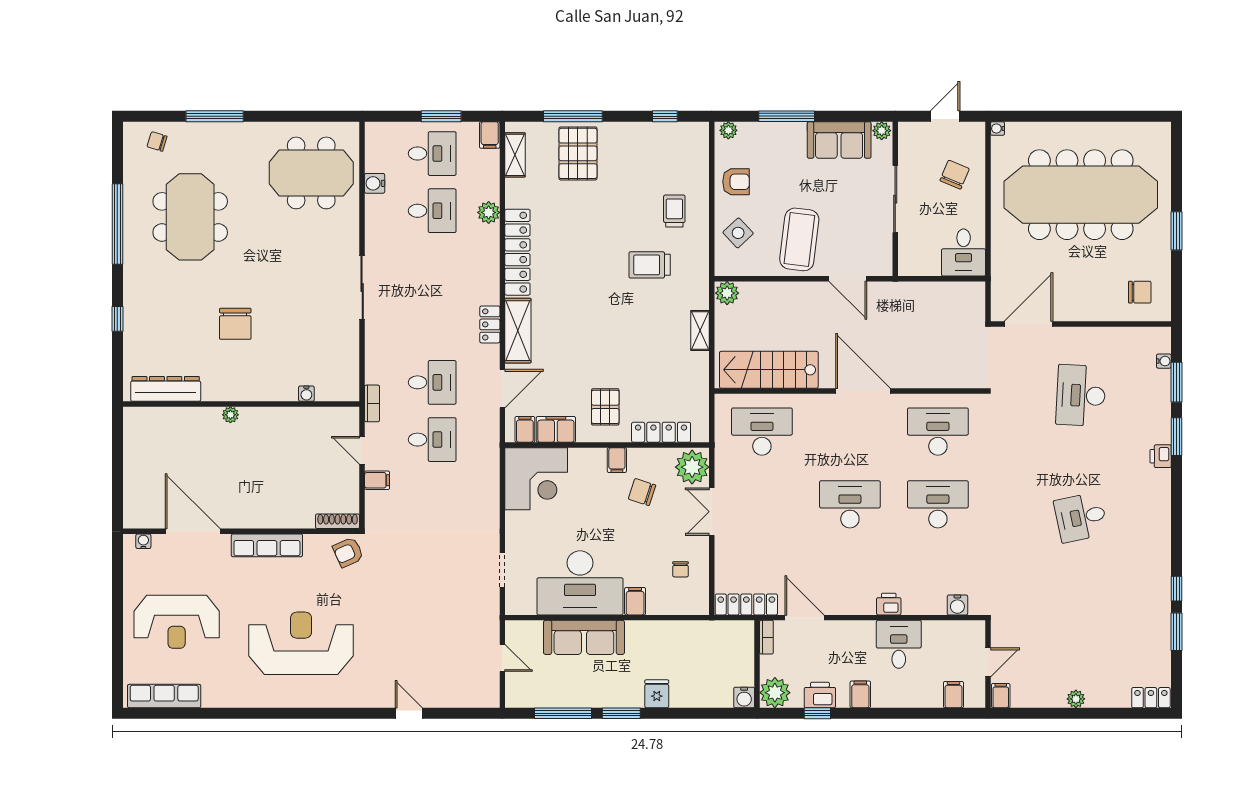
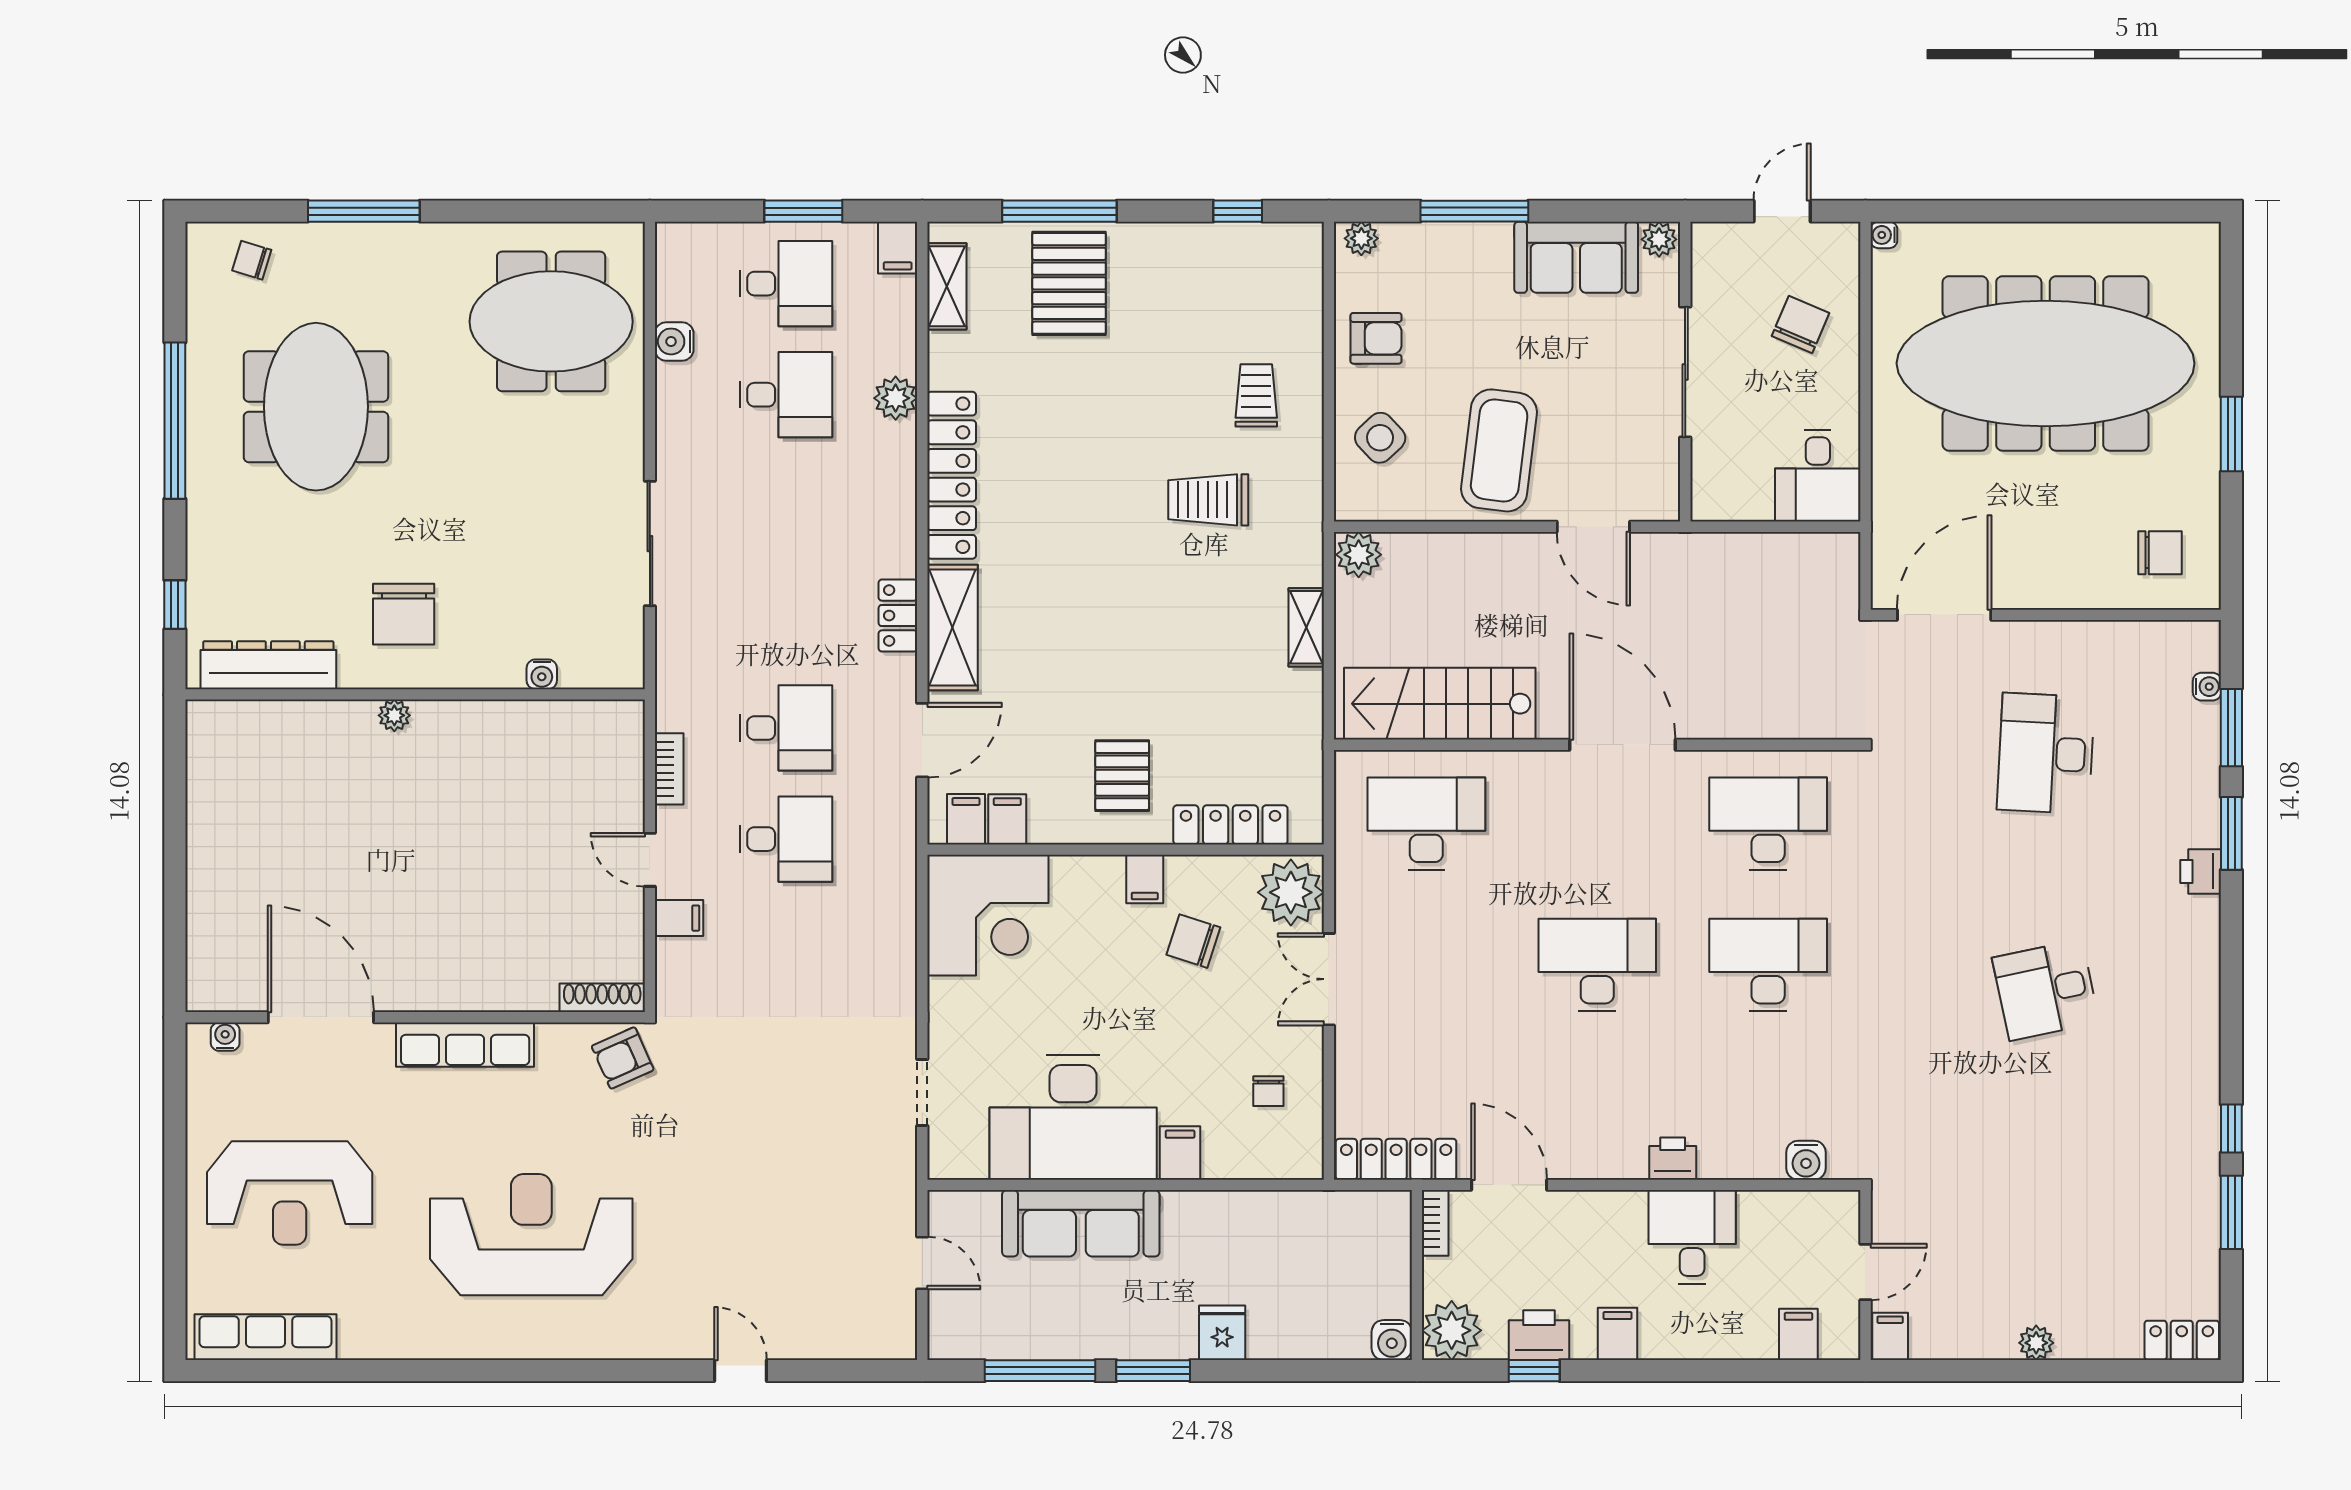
dresser: (166, 389) -> (268, 665), moved
water cooler: (306, 394) -> (542, 674), moved
wall: (241, 404) -> (415, 694), moved
plant: (230, 415) -> (394, 715), moved
filing cabinet: (556, 429) -> (1007, 819), width x0.50

